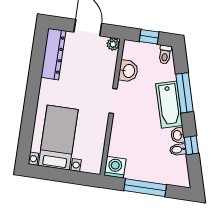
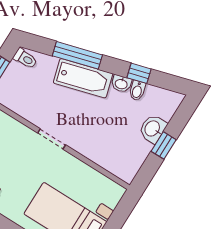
washbasin: (128, 71) -> (153, 129), moved, turned -90
washing machine: (115, 167) -> (126, 169), removed
window: (145, 188) -> (164, 145), width x0.46

